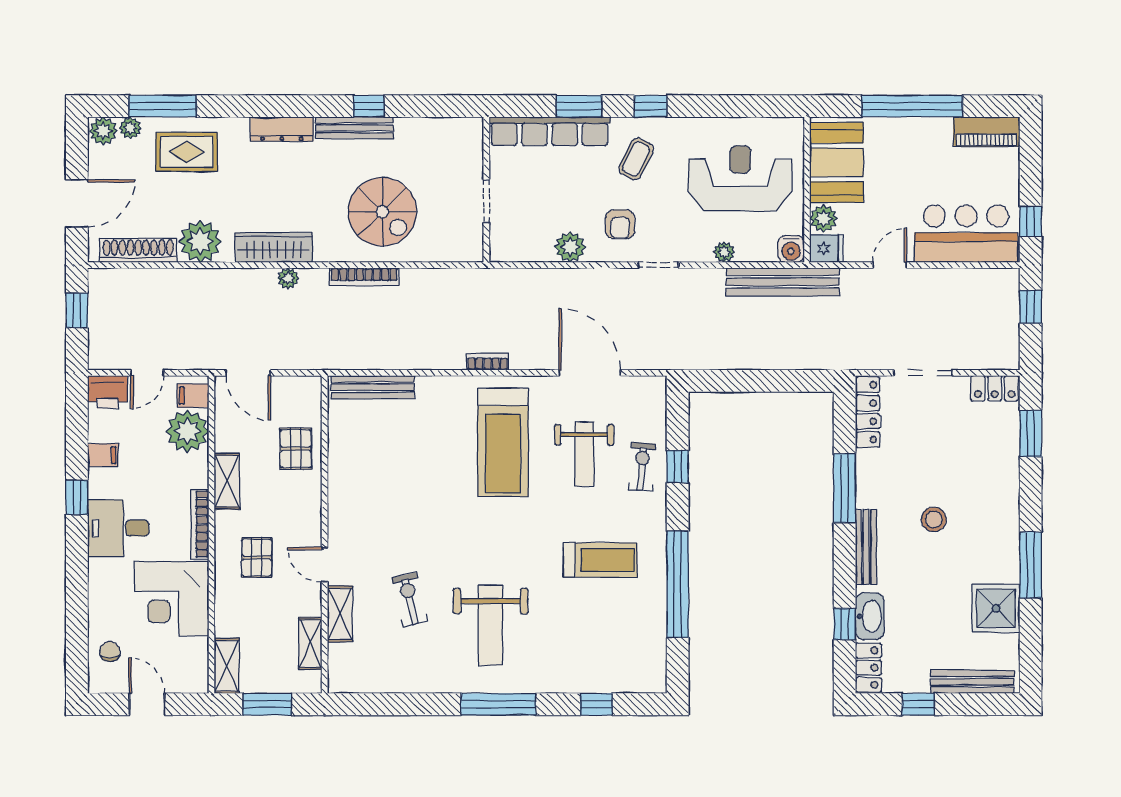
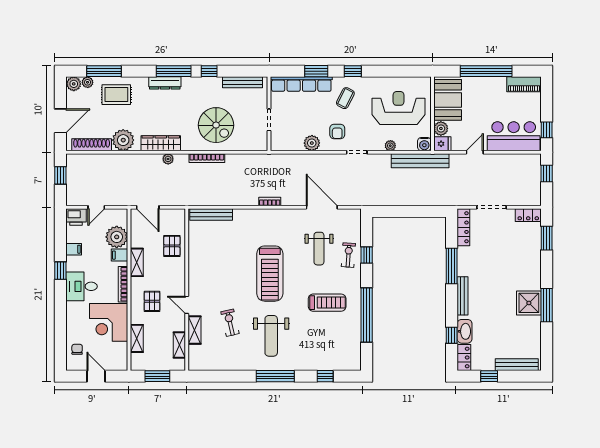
window: (299, 106) -> (174, 71), added
bench: (354, 128) -> (242, 82), moved
filing cabinet: (193, 396) -> (120, 255), moved
treadmill: (503, 443) -> (270, 274), moved
stool: (934, 519) -> (497, 282), removed
shower: (996, 608) -> (529, 303), moved
shelving: (227, 666) -> (137, 338), moved

